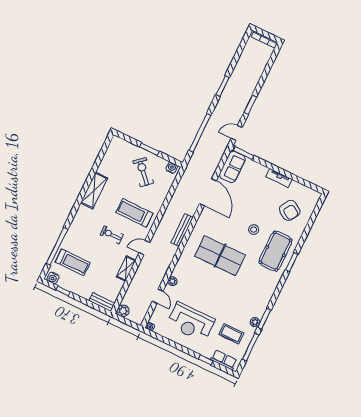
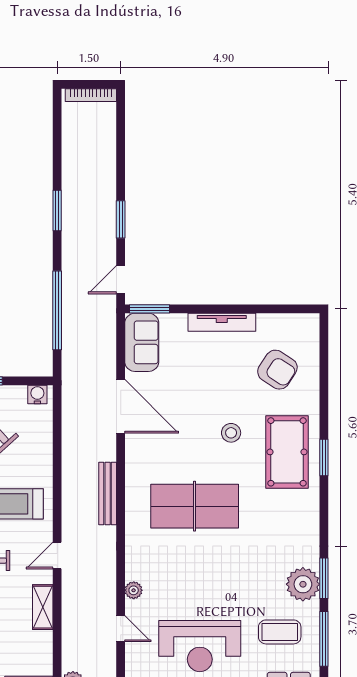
tv unit: (279, 178) -> (222, 322), width x1.41
plant: (255, 322) -> (303, 584), width x1.87, depth x1.87

